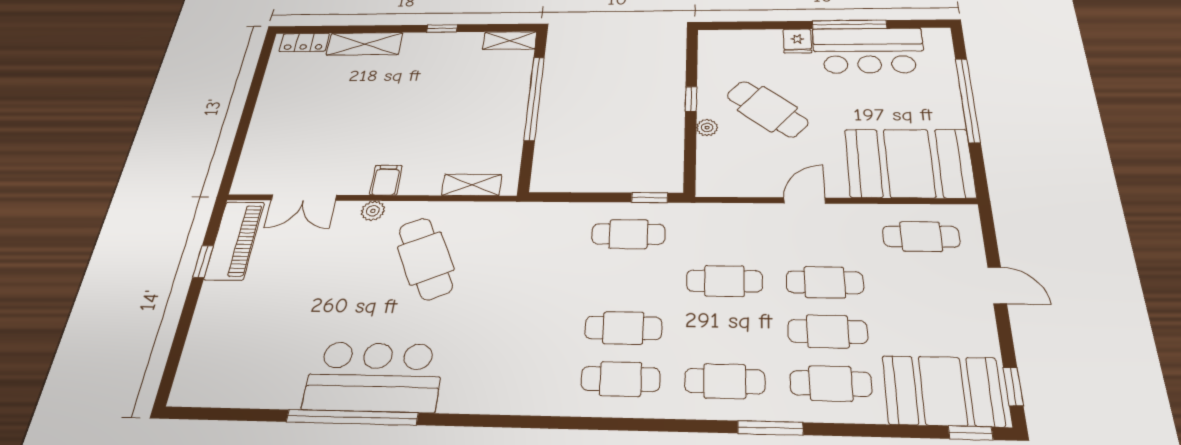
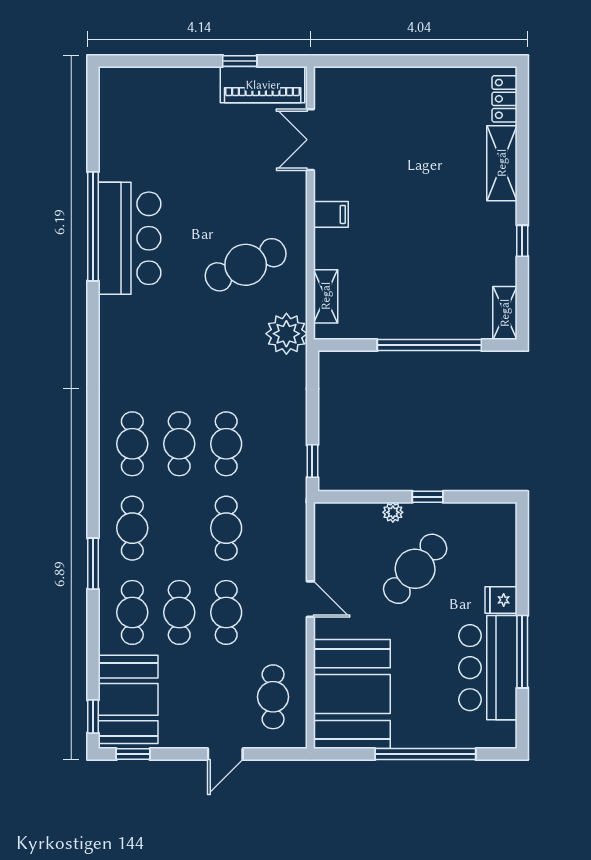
plant: (373, 211) -> (286, 334), moved, width x1.87, depth x1.87
cafe table: (628, 234) -> (226, 444), moved

